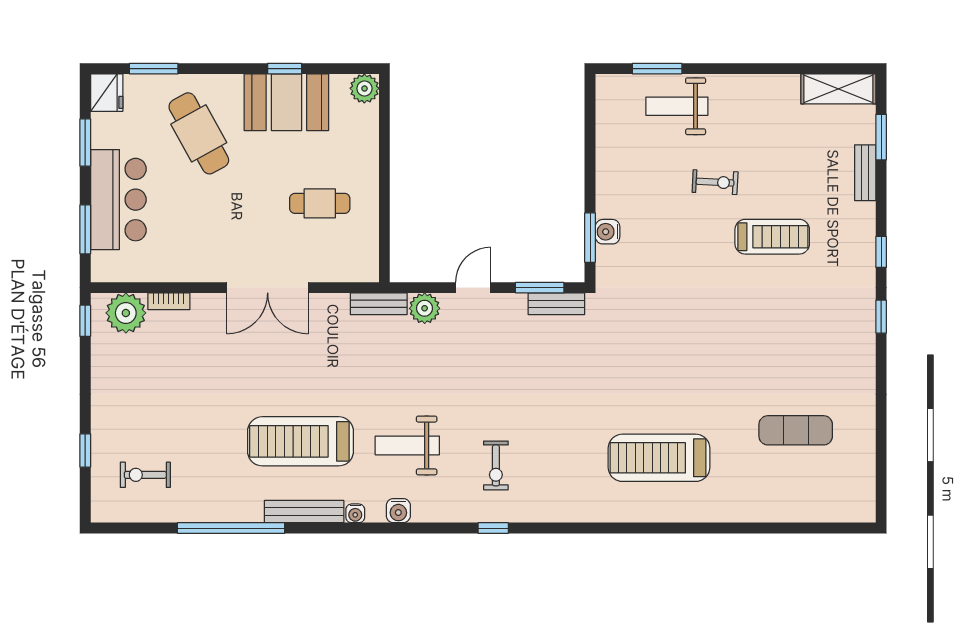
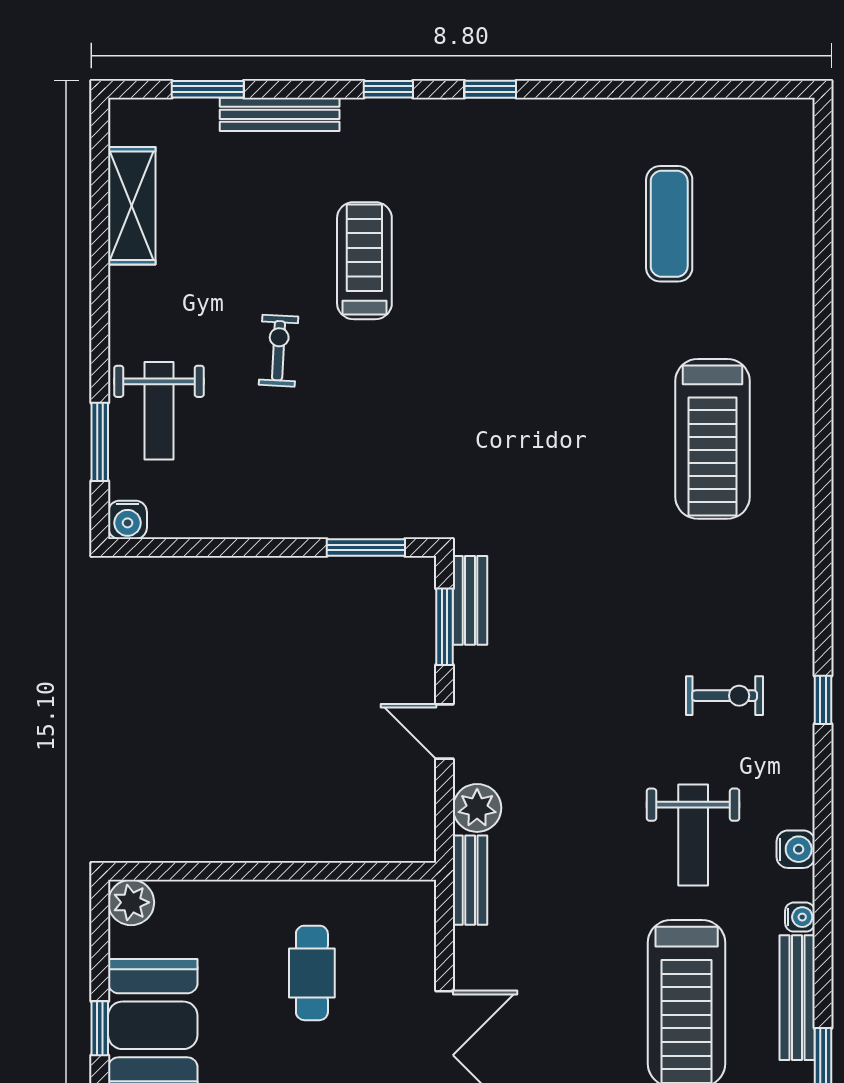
shelving: (838, 89) -> (132, 206), moved
bench: (865, 173) -> (280, 114), width x1.36
water cooler: (608, 232) -> (128, 520), moved

